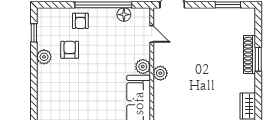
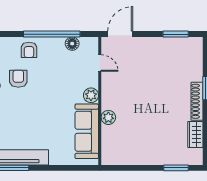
shoe rack: (250, 54) -> (197, 101), moved
plant: (160, 73) -> (108, 117), moved

